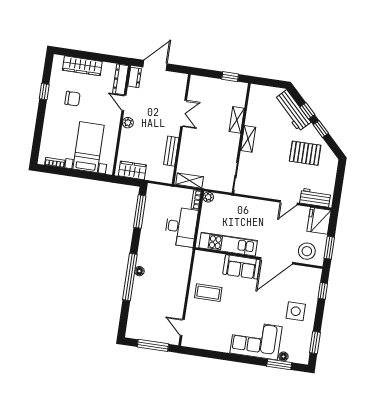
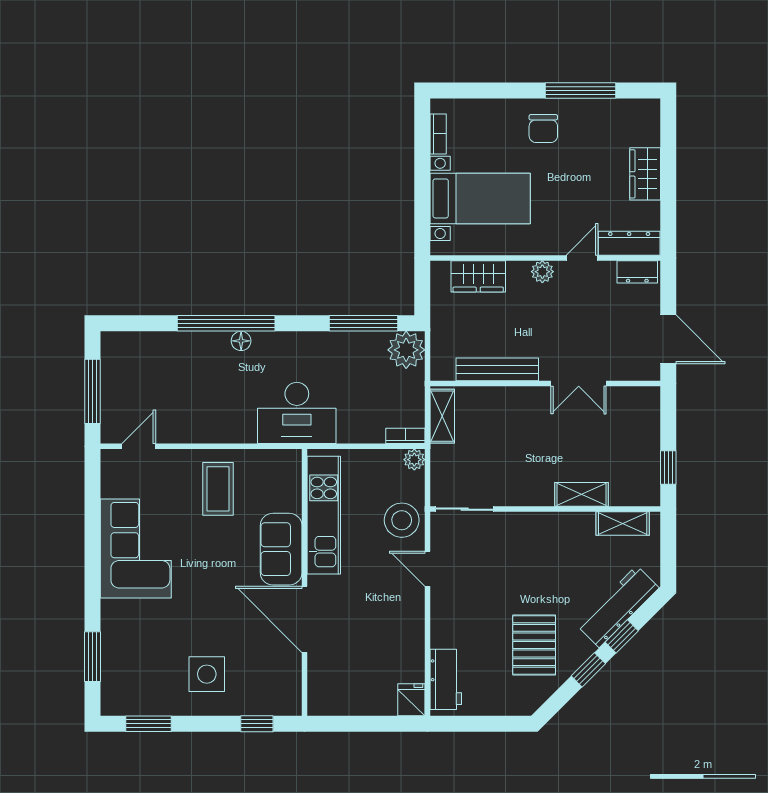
door: (155, 65) -> (668, 339), moved
wardrobe: (82, 66) -> (645, 174), width x0.67
window: (44, 92) -> (580, 90), width x2.17
chair: (73, 99) -> (543, 129), moved
shelving: (248, 139) -> (623, 524), moved
bench: (171, 151) -> (497, 369), width x1.36
wardrobe: (132, 170) -> (478, 276), moved, turned 90
plant: (155, 193) -> (406, 350), added
door: (289, 203) -> (427, 569), moved
fridge: (319, 221) -> (411, 700), width x0.53, depth x0.75
desk: (181, 227) -> (297, 413), moved
window: (329, 248) -> (347, 724), removed
stool: (307, 251) -> (402, 520), moved
corner sofa: (256, 340) -> (136, 548), moved
floor lamp: (283, 357) -> (110, 663), removed

